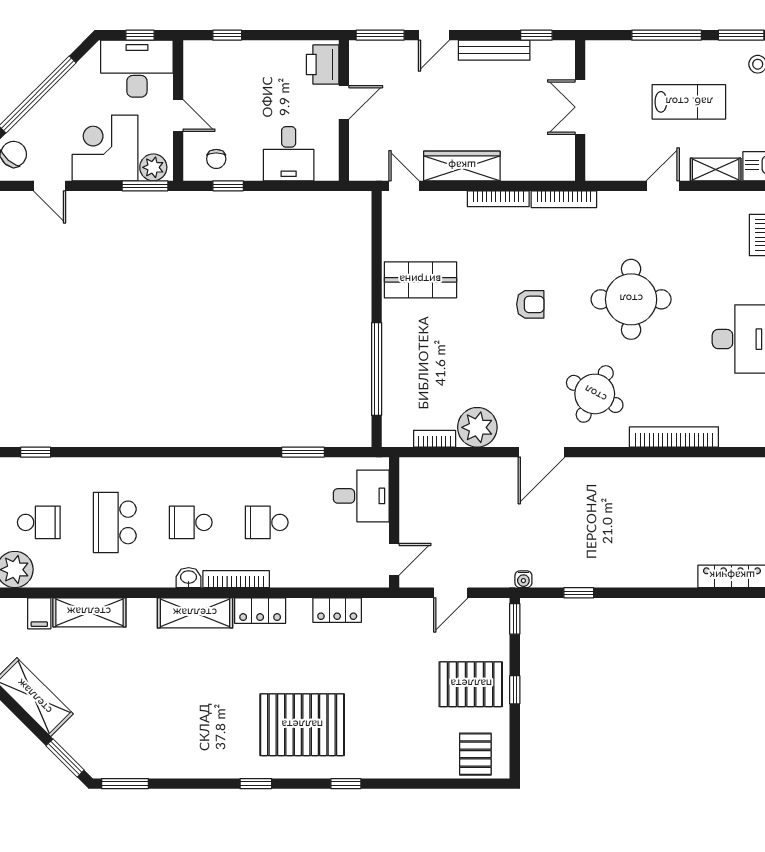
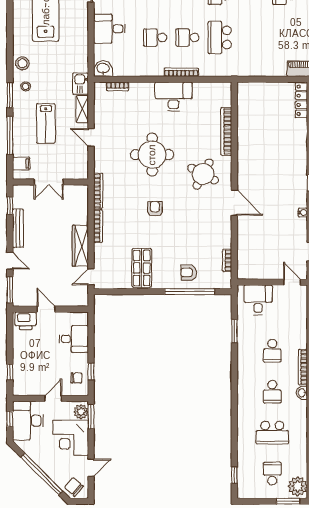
filing cabinet: (615, 56) -> (21, 163), added
lab bench: (689, 102) -> (46, 123), turned 180
armchair: (412, 367) -> (189, 272), added
plant: (477, 427) -> (221, 237), removed

